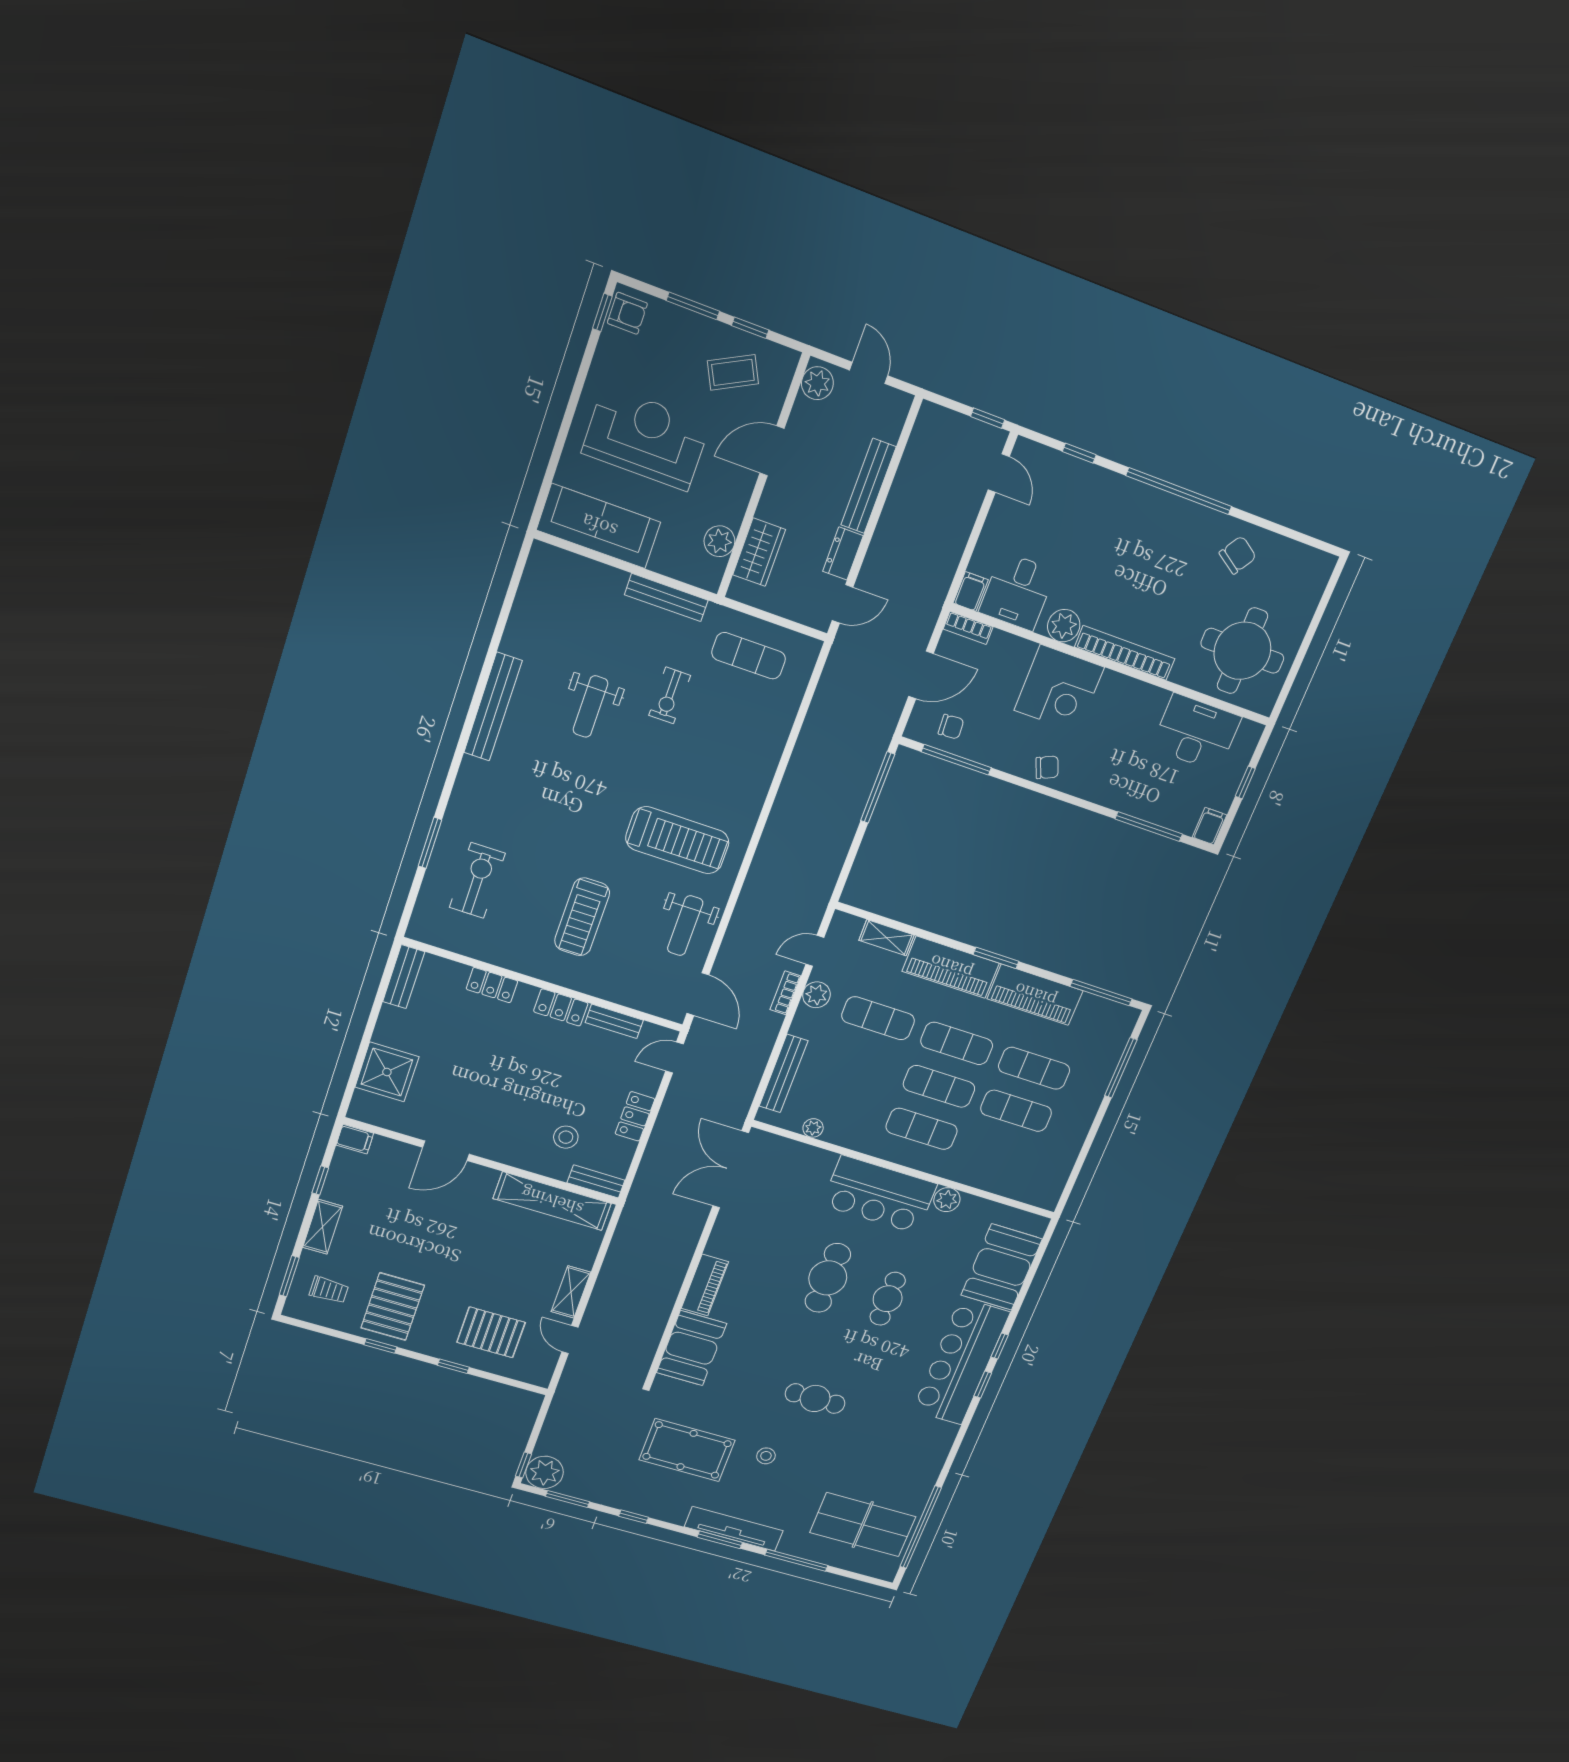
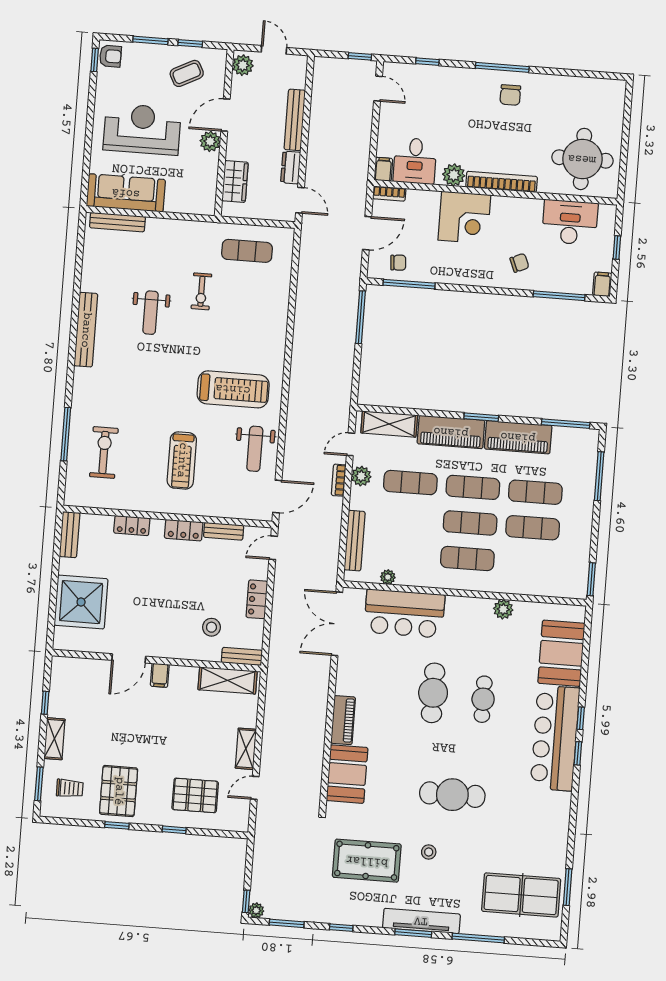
window: (1179, 491) -> (502, 67), width x0.68
plant: (719, 541) -> (210, 141), moved
chair: (1238, 555) -> (510, 95), moved, turned 147
bench: (666, 597) -> (117, 222), moved
door: (843, 604) -> (300, 200), hinge flipped
chair: (1047, 767) -> (519, 263), moved
window: (430, 843) -> (66, 434), width x1.44
shelving: (886, 938) -> (389, 424), width x1.50, depth x1.33
door: (698, 994) -> (277, 496), hinge flipped
shower: (387, 1072) -> (81, 602), width x1.37, depth x1.37
filing cabinet: (355, 1139) -> (160, 675), moved, turned 90
window: (1068, 1189) -> (591, 579), added
bar counter: (879, 1195) -> (404, 614), moved
shelving: (552, 1201) -> (228, 680), width x0.68
door: (570, 1339) -> (255, 788), hinge flipped
cafe table: (815, 1398) -> (452, 795), width x1.37, depth x1.35
plant: (545, 1472) -> (256, 910), width x0.53, depth x0.53
window: (921, 1527) -> (568, 887), width x0.47

